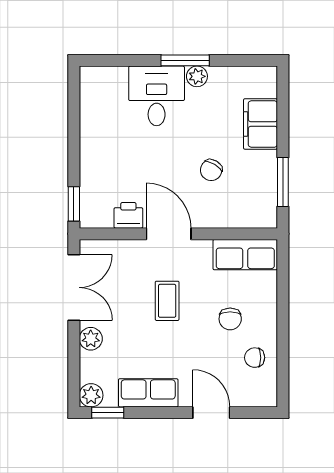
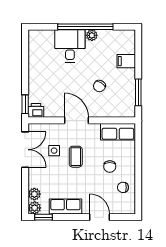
window: (185, 60) -> (85, 27), width x2.11
filing cabinet: (260, 124) -> (126, 61), width x0.50
printer: (128, 215) -> (36, 110), moved
side table: (127, 289) -> (54, 151), added
plant: (91, 339) -> (34, 194), moved

